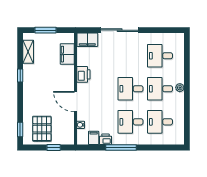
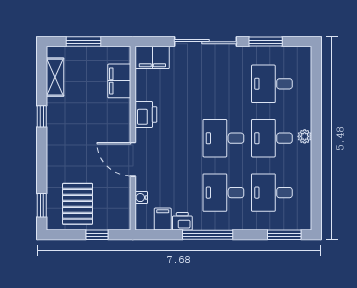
window: (156, 30) -> (266, 42), added
window: (167, 147) -> (284, 235), added

